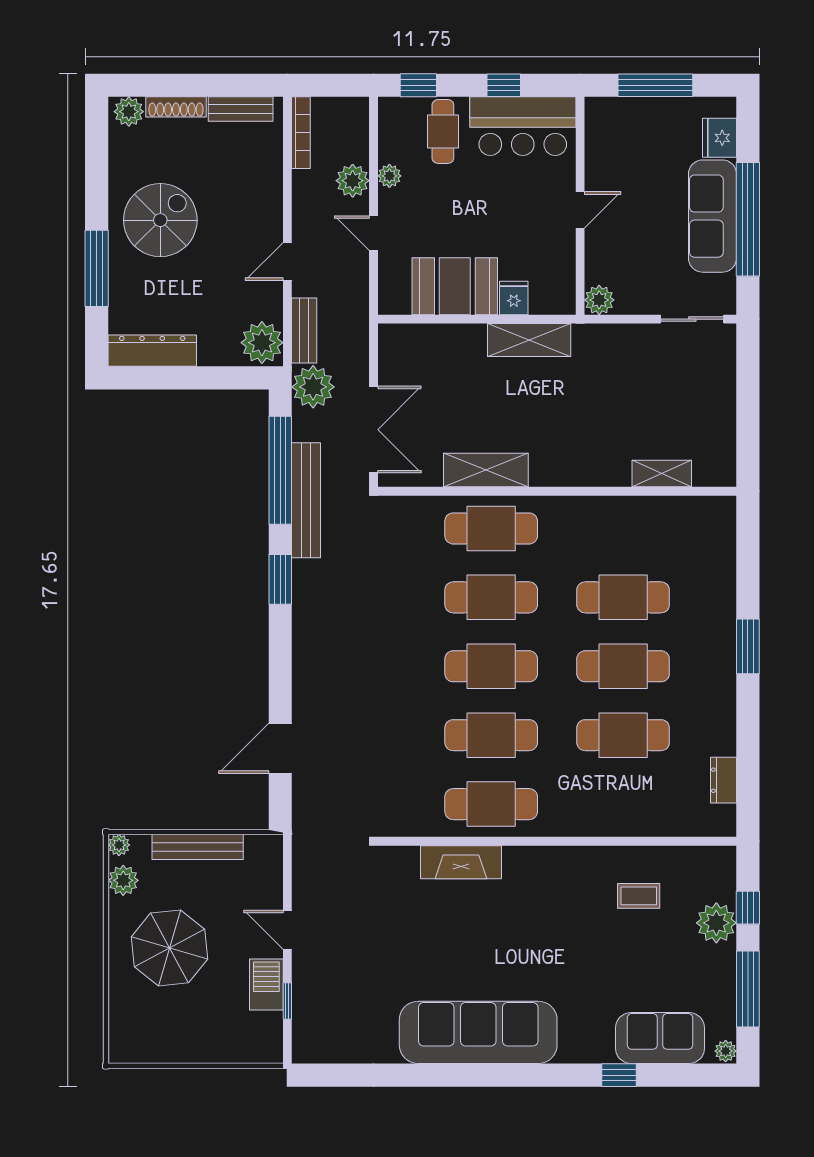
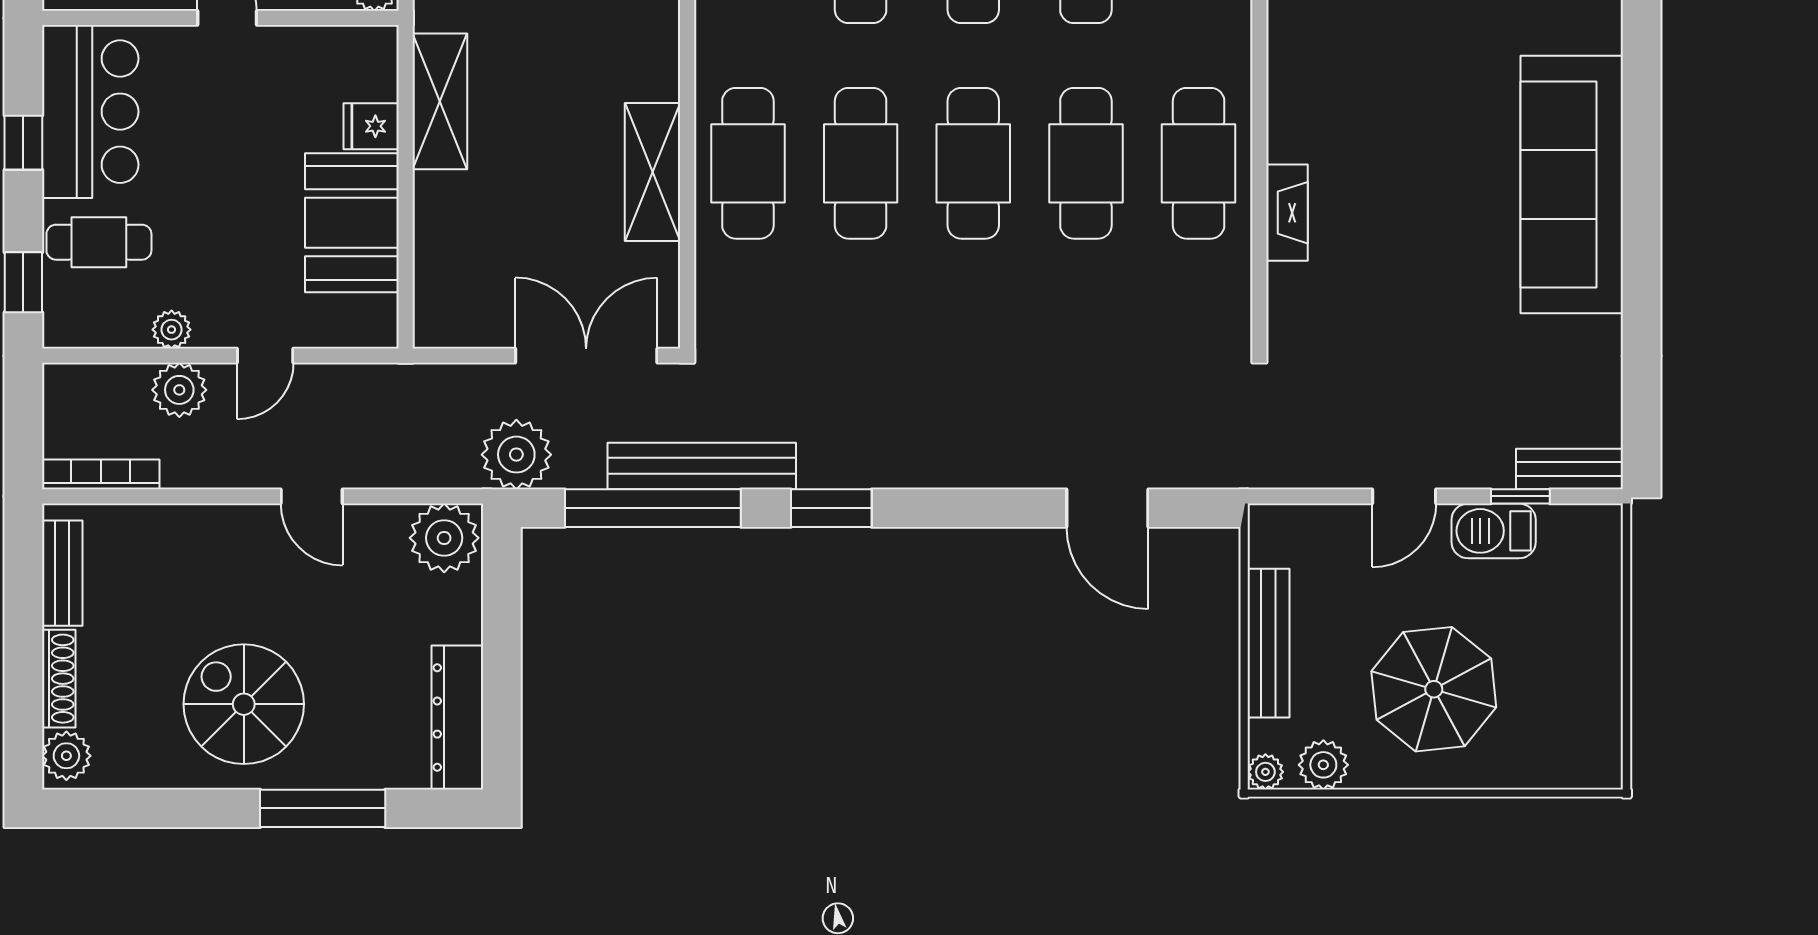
bench: (304, 331) -> (1570, 469), moved
fireplace: (461, 862) -> (1287, 213), width x0.73, depth x0.76

